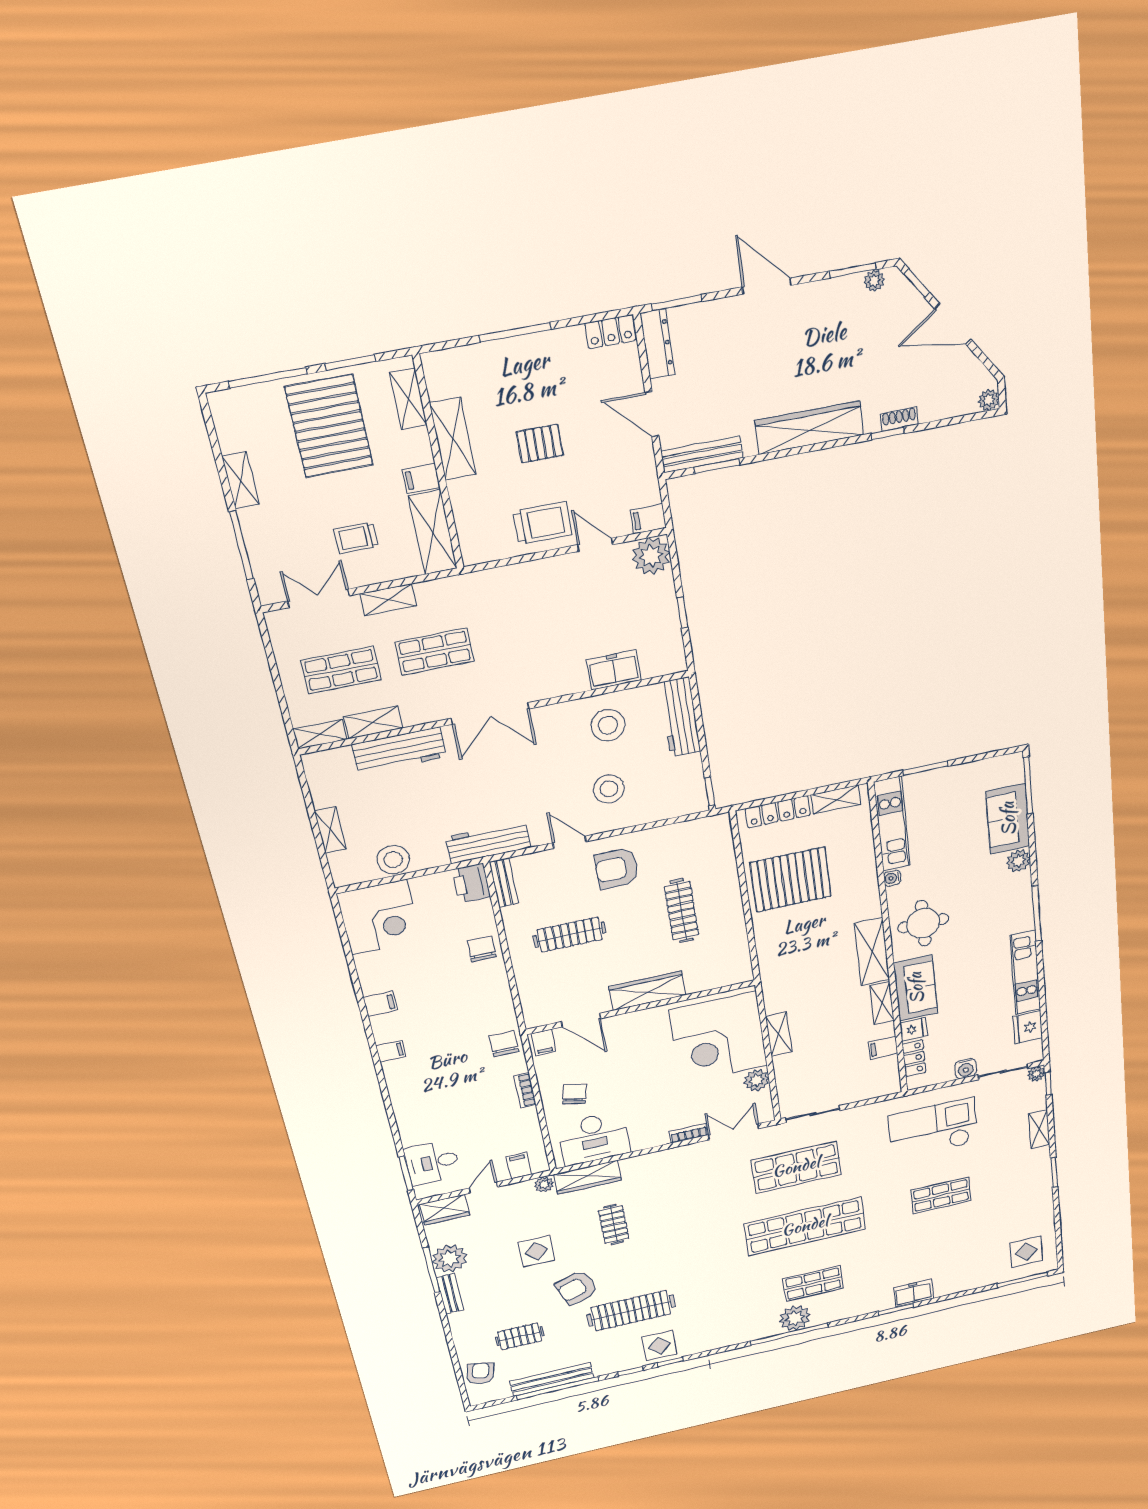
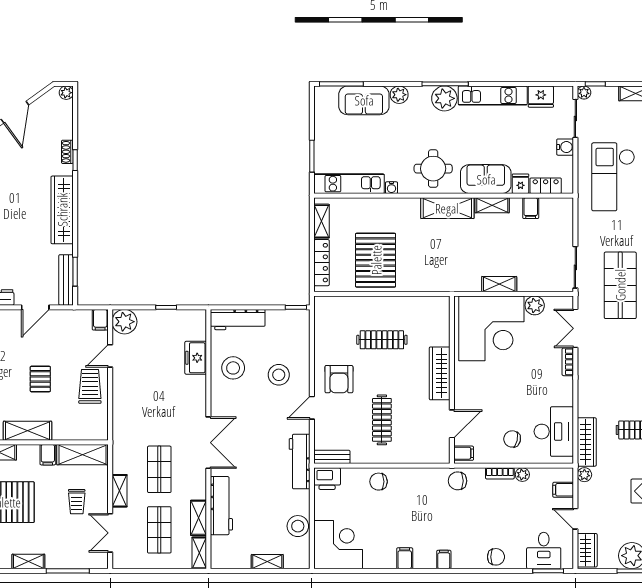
plant: (1017, 917) -> (444, 98), added
chair: (410, 1111) -> (496, 557), added
plant: (529, 1116) -> (522, 475), added

